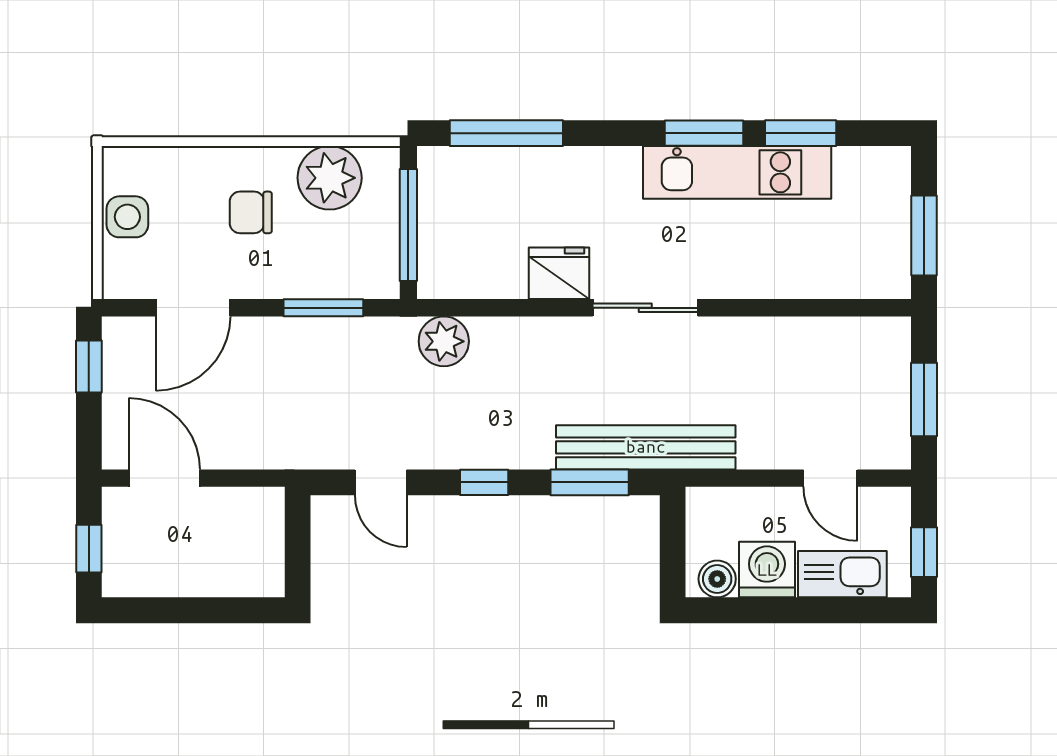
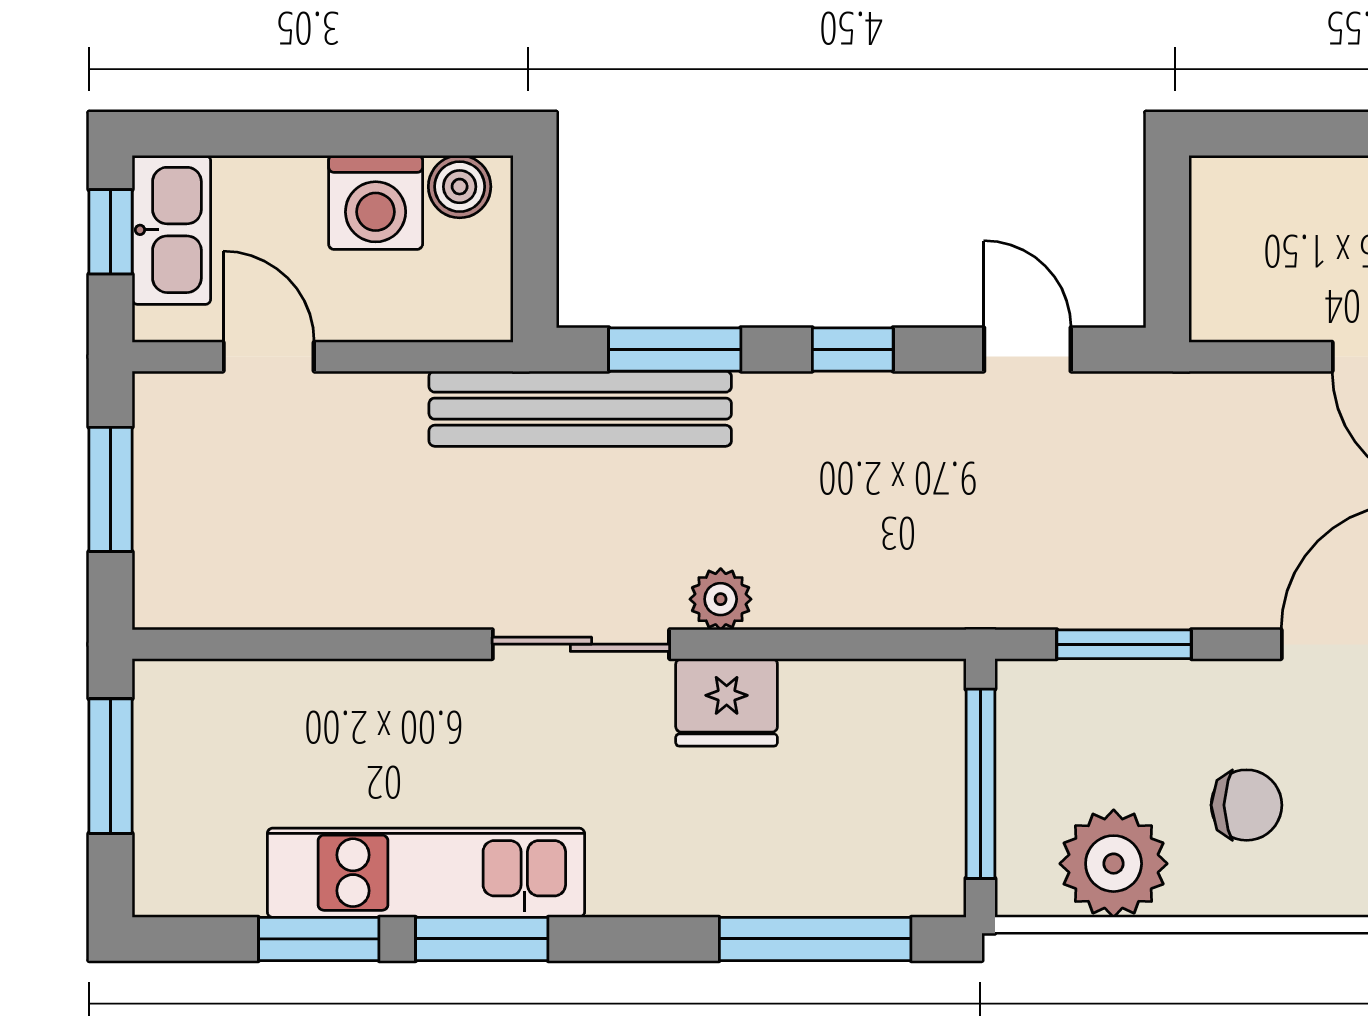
plant: (444, 341) -> (721, 599), moved, width x0.73, depth x0.73
kitchen sink: (842, 574) -> (171, 230), moved, turned -90

